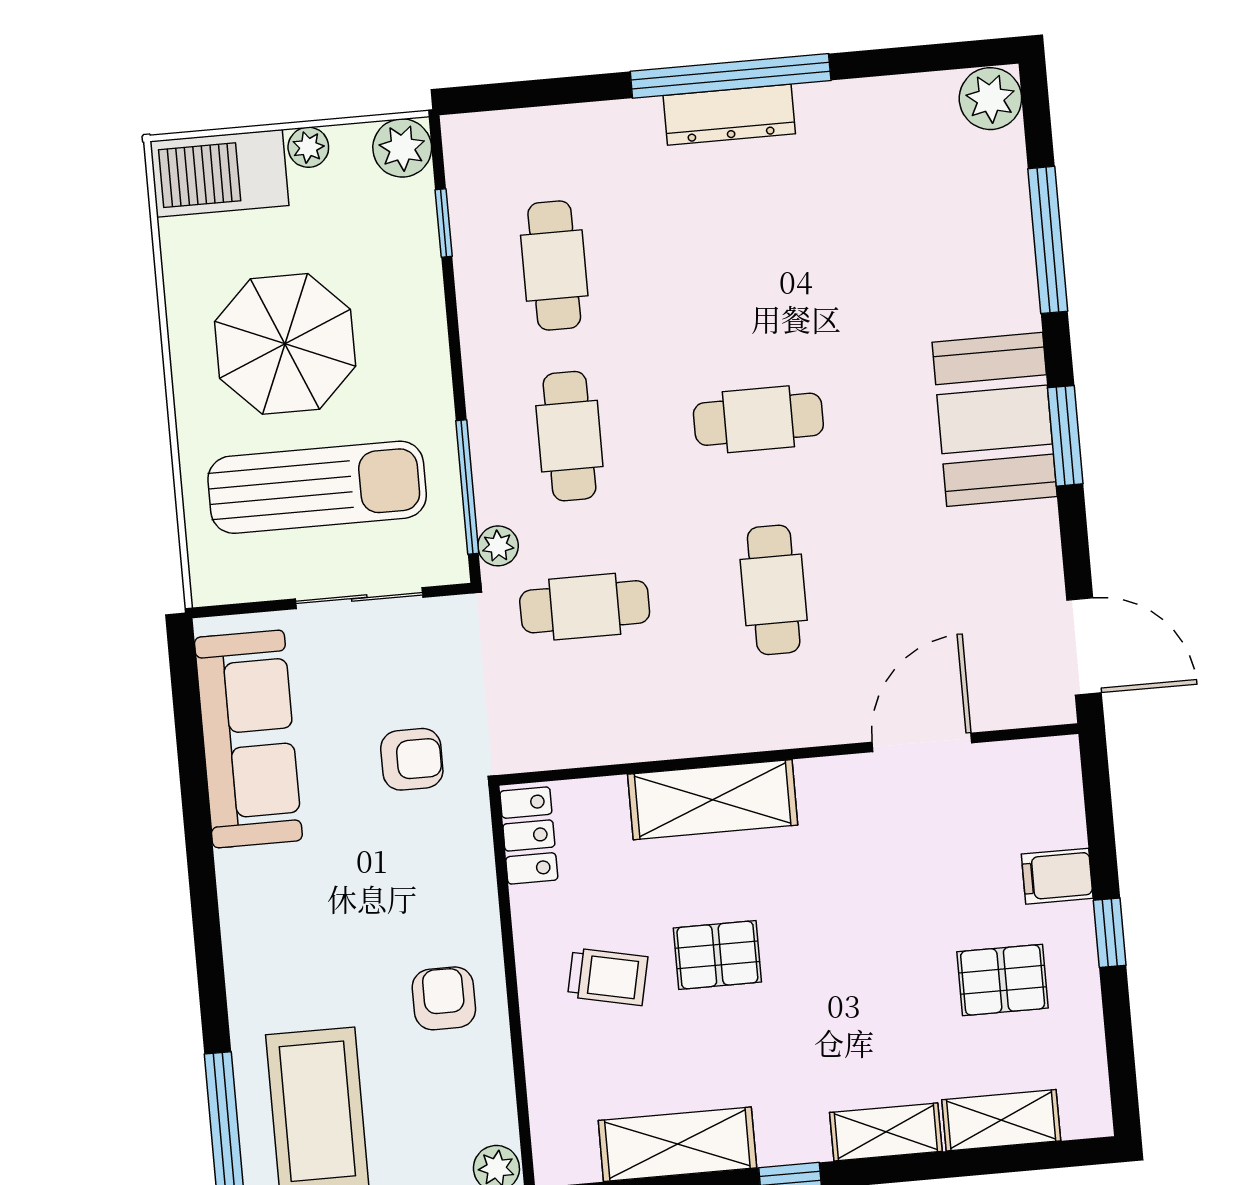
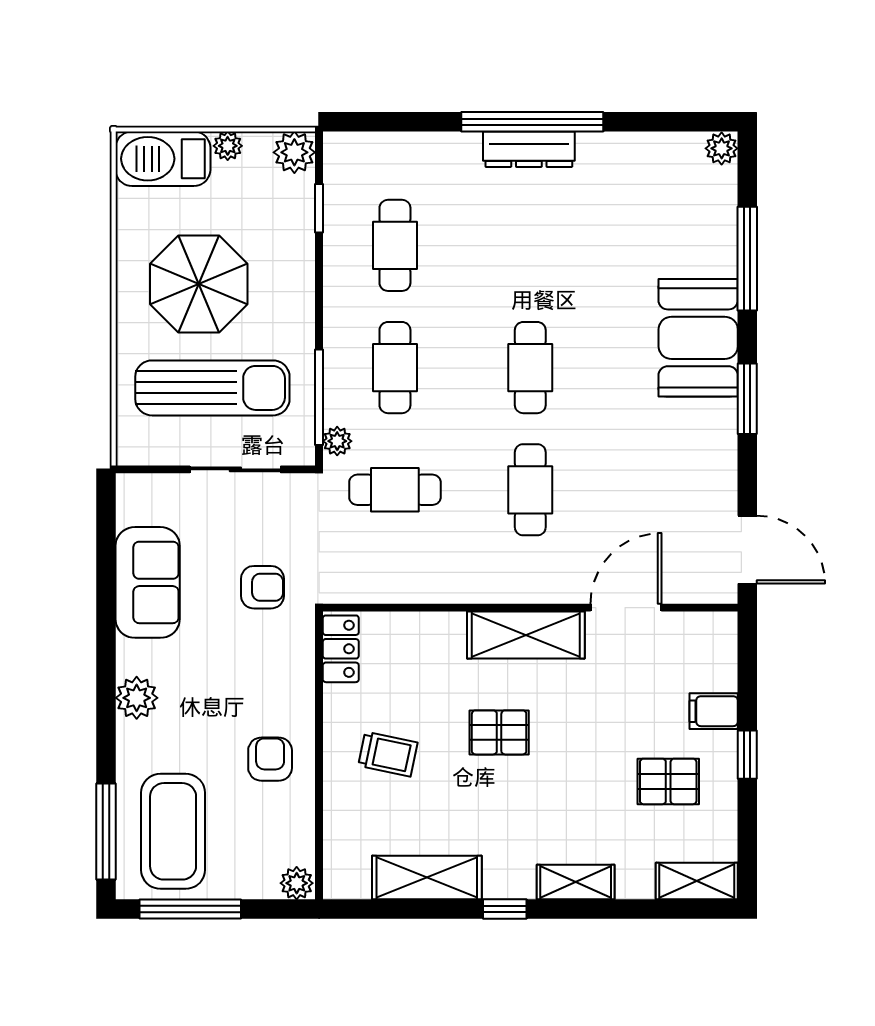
plant: (990, 99) -> (722, 148), width x0.73, depth x0.73
cafe table: (758, 419) -> (530, 368), turned 90
booth: (995, 419) -> (698, 338), moved
sofa: (248, 739) -> (148, 582), width x0.73
shelving: (713, 800) -> (526, 635), moved
plant: (250, 929) -> (137, 698), added
pallet: (717, 955) -> (499, 732), moved
shelving: (1001, 1120) -> (697, 881), moved

